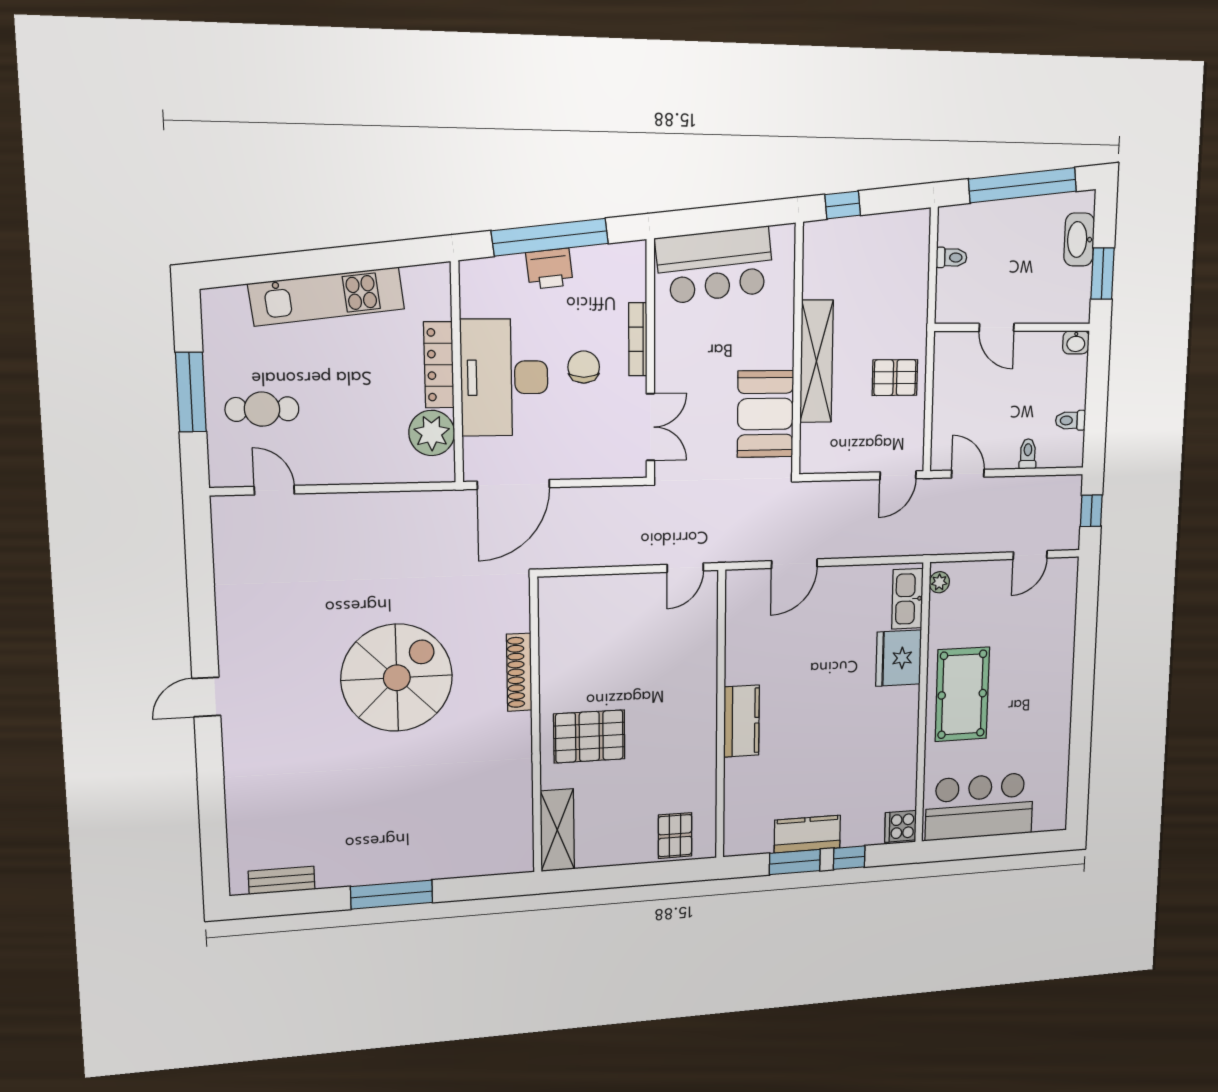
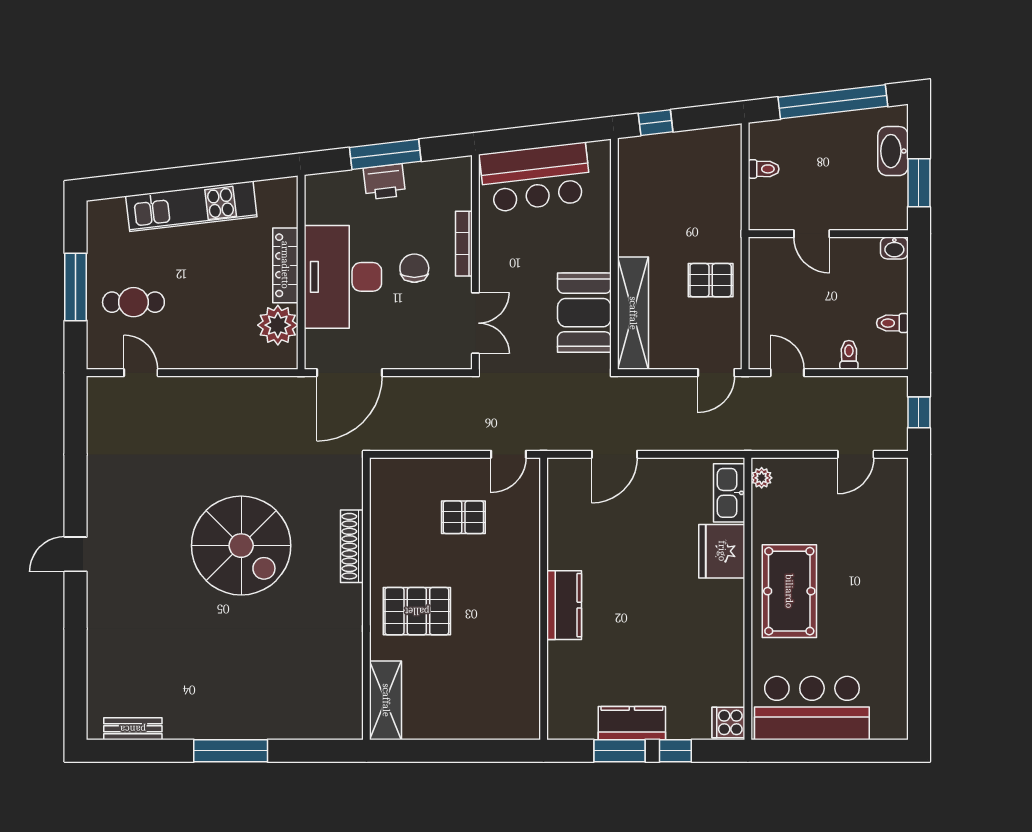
window: (550, 237) -> (385, 154), width x0.68
shelving: (816, 361) -> (633, 313), moved
spiral stairs: (397, 678) -> (241, 546), turned 90
pallet: (675, 836) -> (463, 517), moved, turned 90

